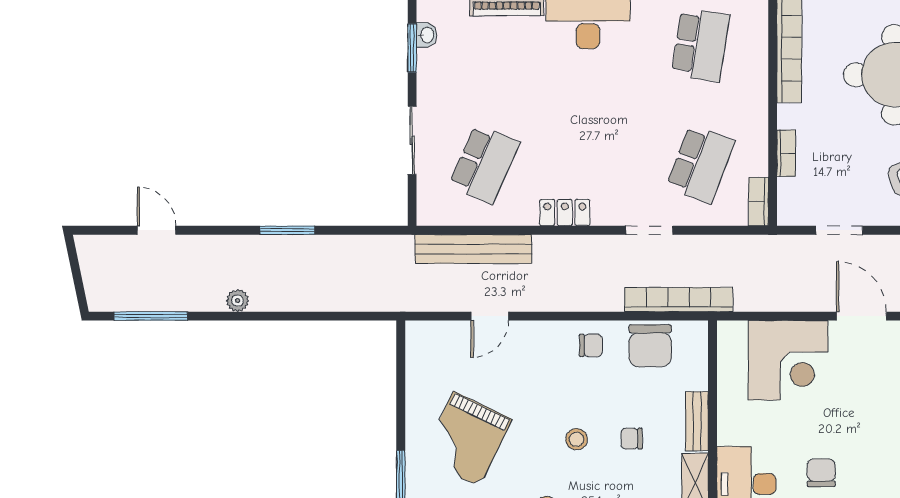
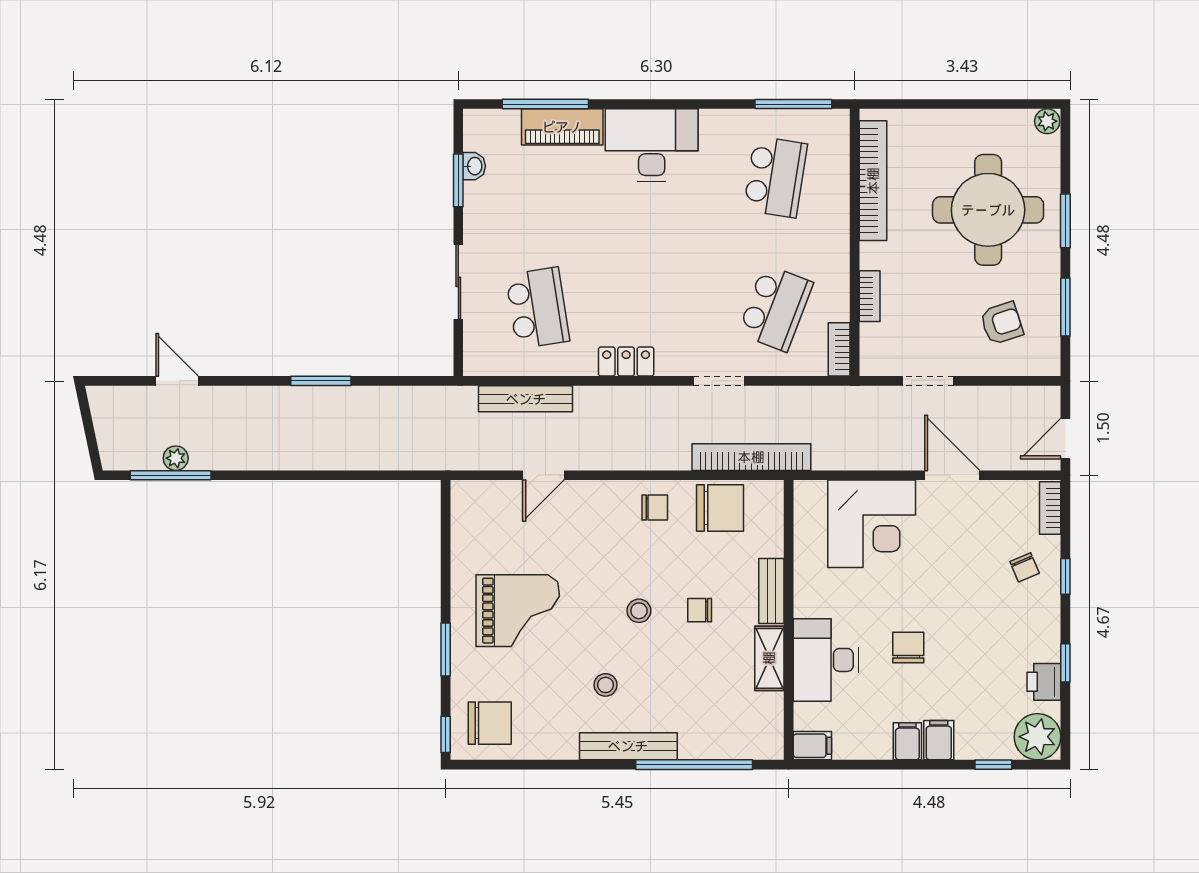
school desk: (484, 164) -> (538, 308), turned -33
bench: (473, 249) -> (526, 399), width x0.73, depth x0.82
plant: (238, 301) -> (176, 458), moved
chair: (650, 346) -> (720, 508), turned -90
grand piano: (466, 439) -> (518, 611), turned -116

